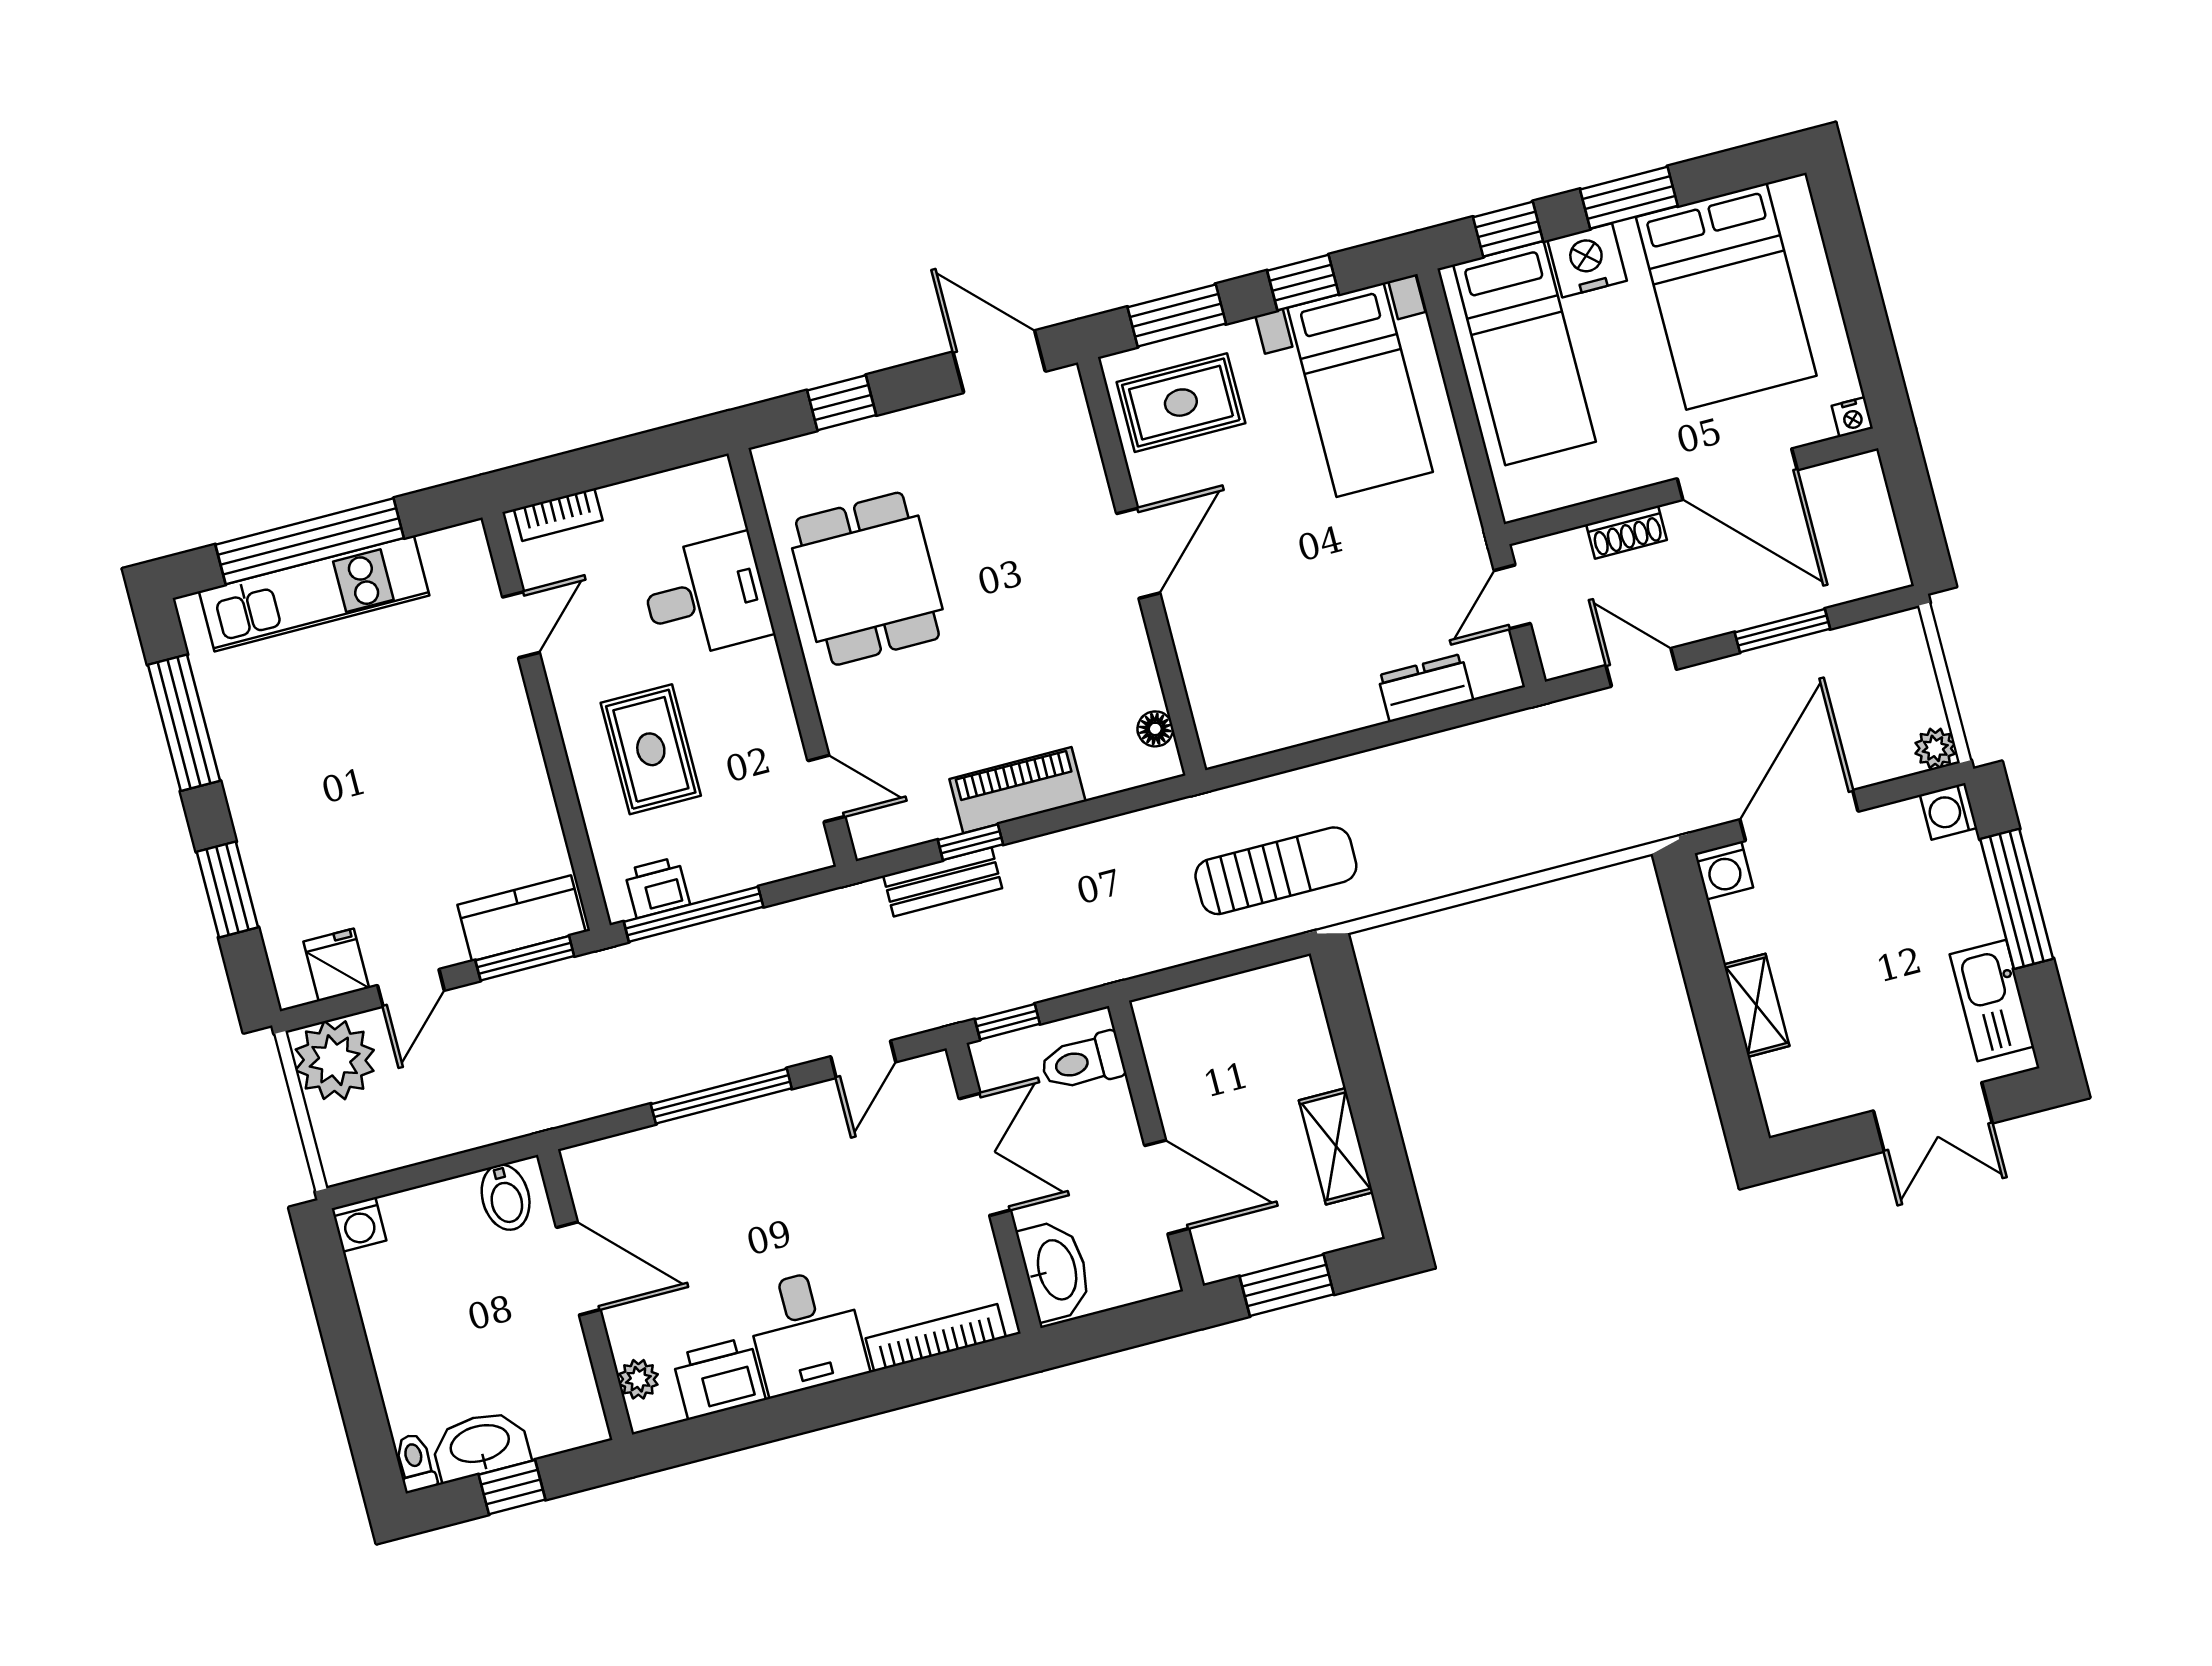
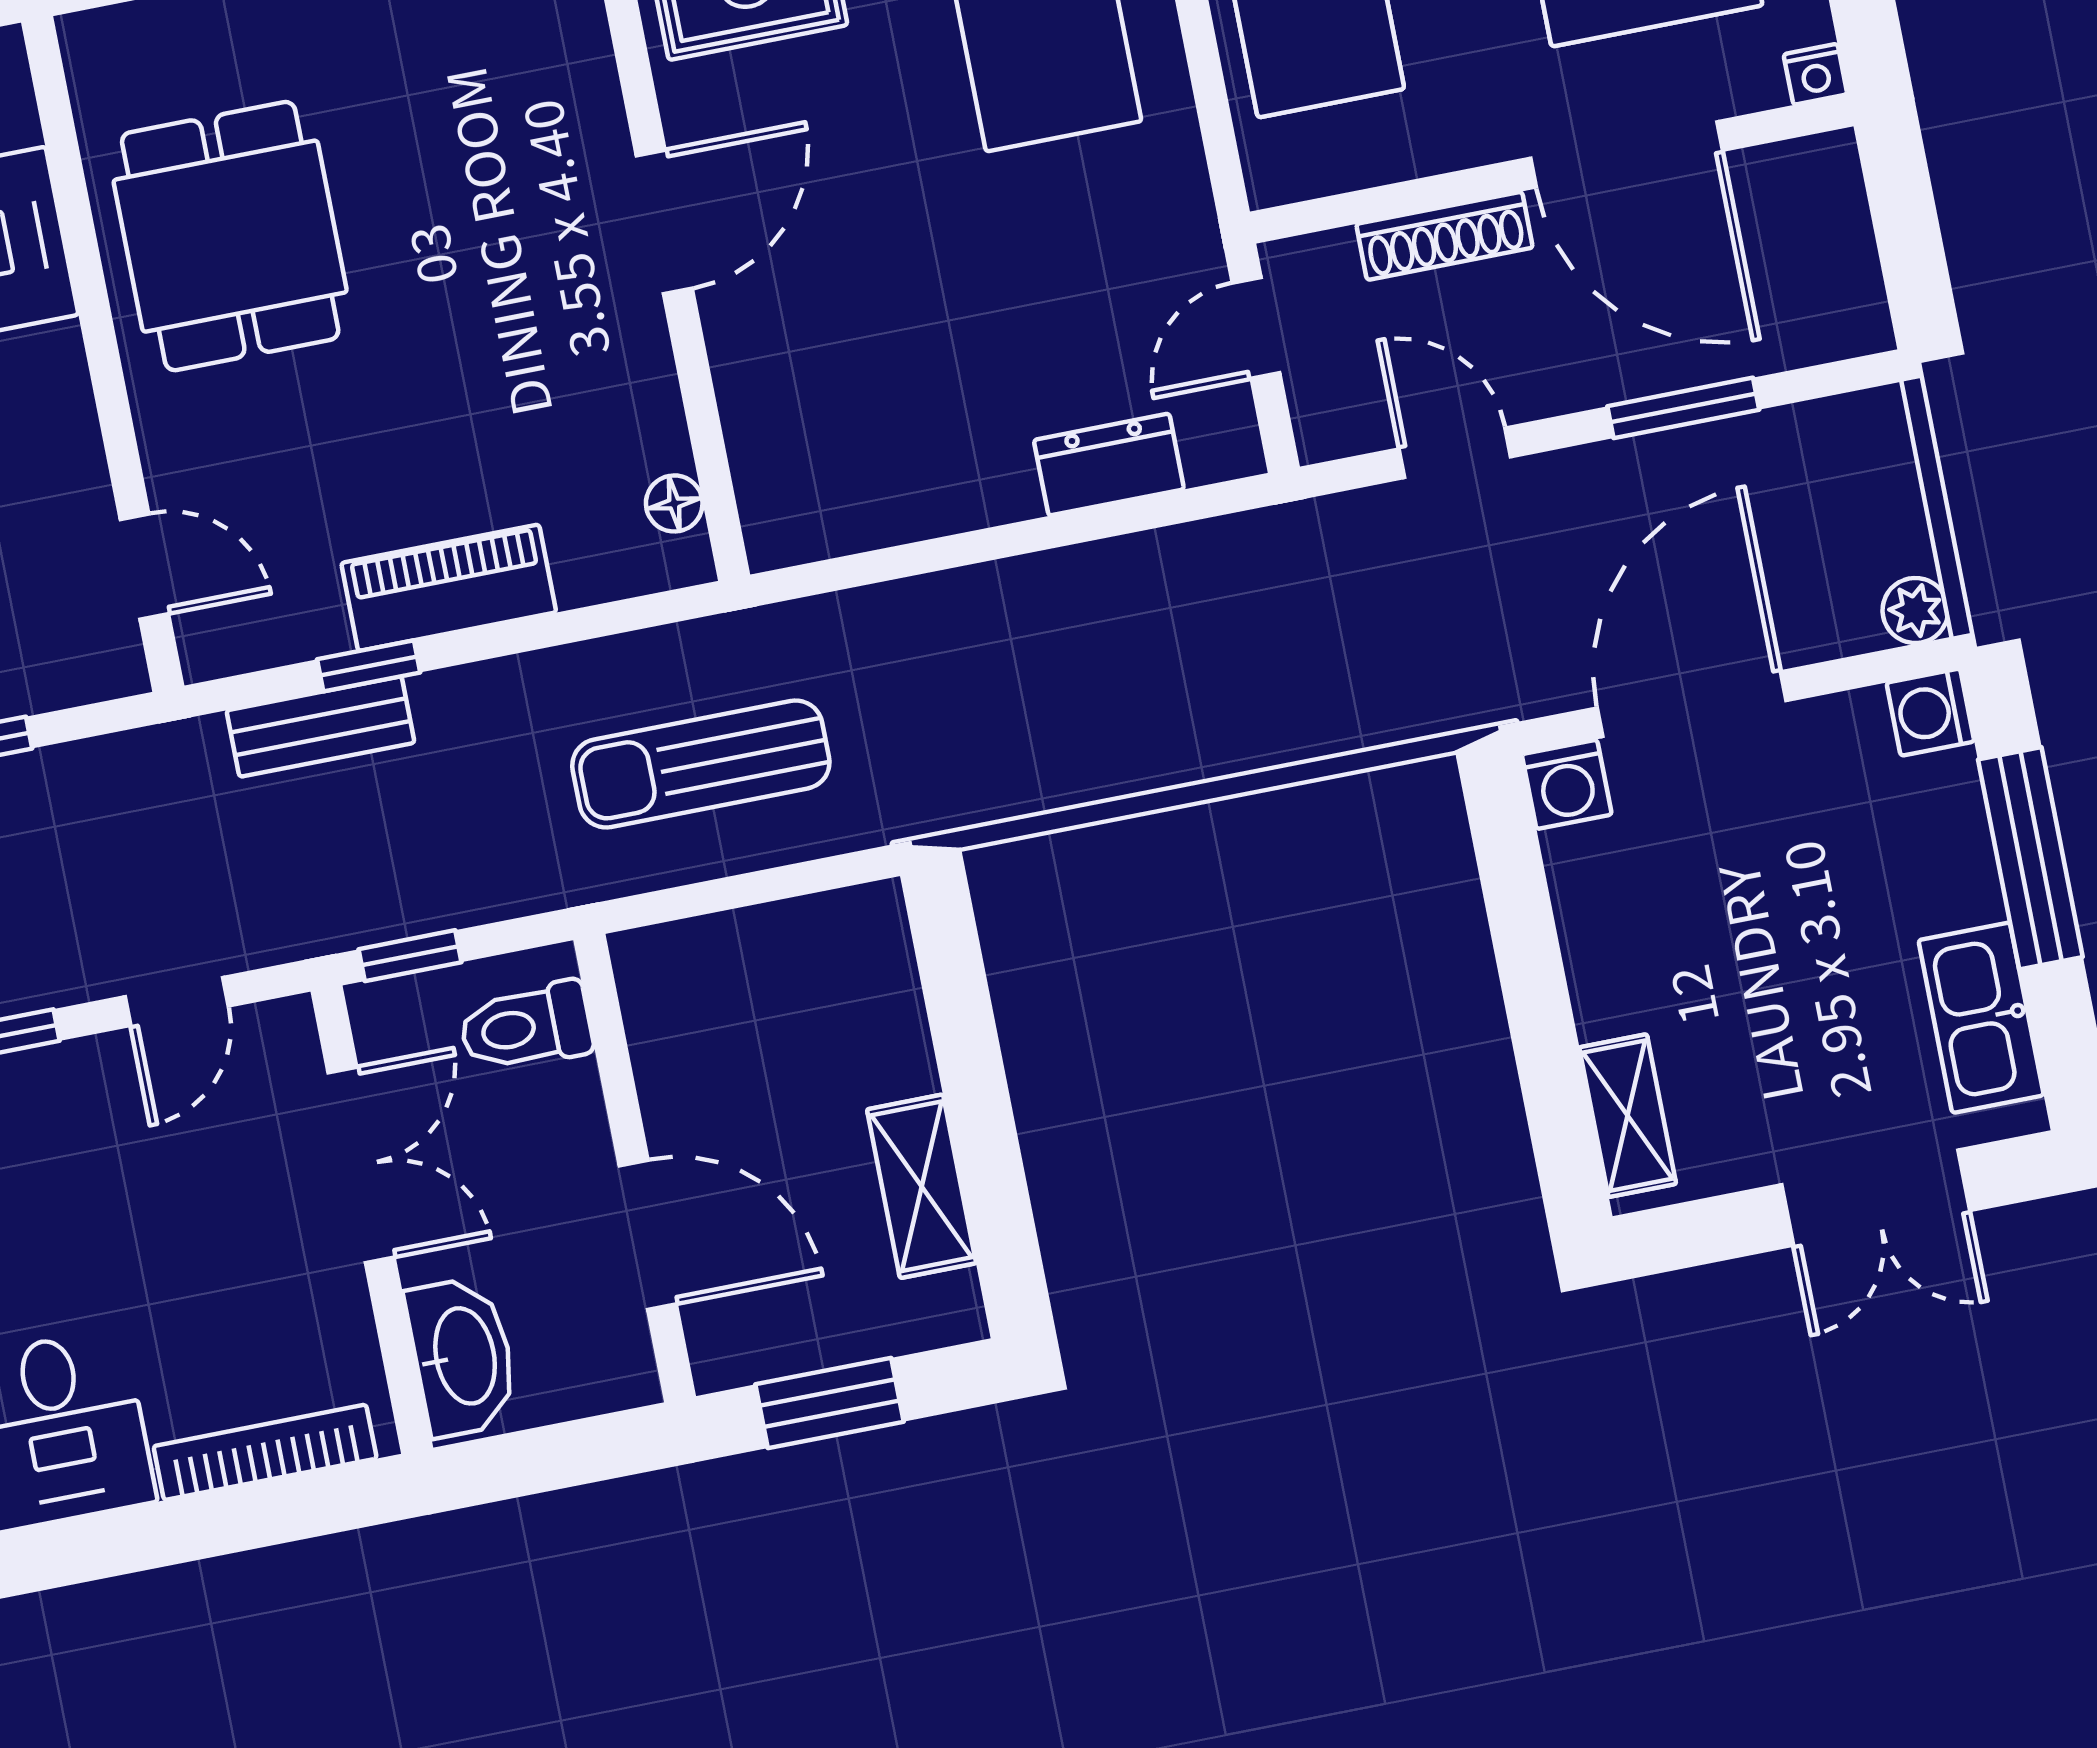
shoe rack: (1627, 532) -> (1444, 236), width x1.43
sun lounger: (1276, 871) -> (701, 764), moved, turned 180
shelving: (1756, 1005) -> (1628, 1116), moved

